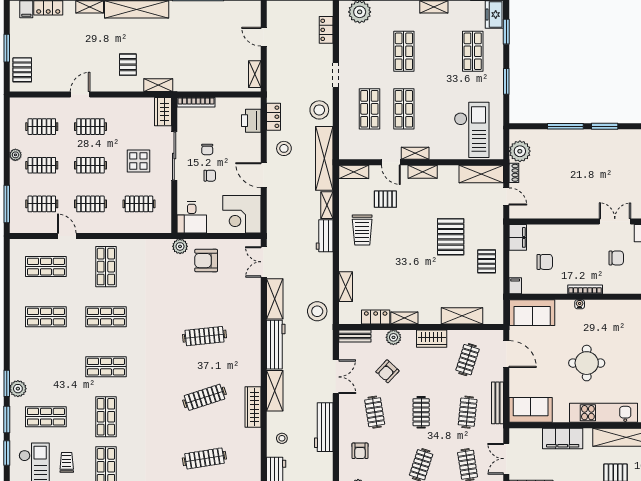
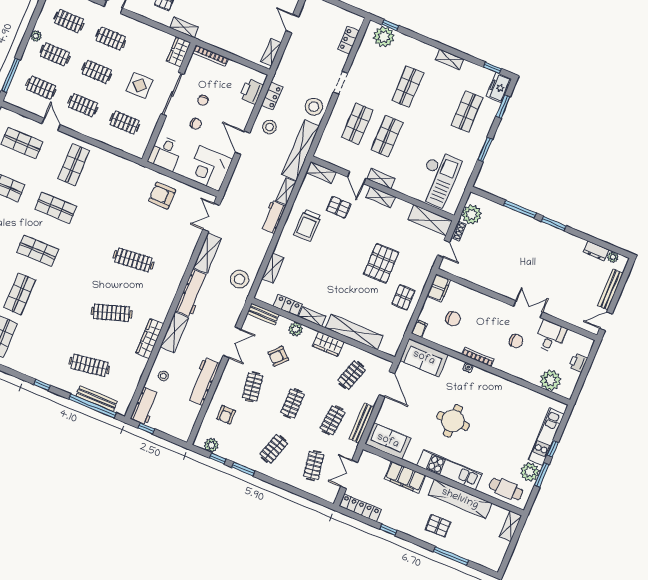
plant: (180, 246) -> (145, 174), removed
shelving: (462, 316) -> (354, 332), width x1.47

